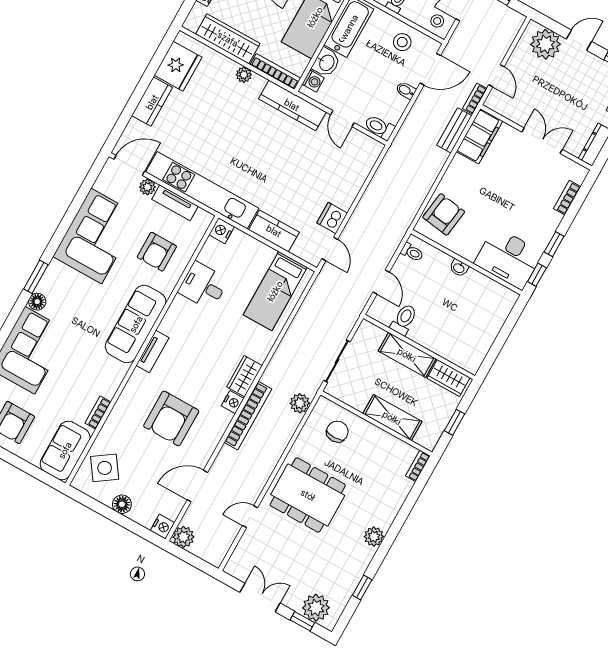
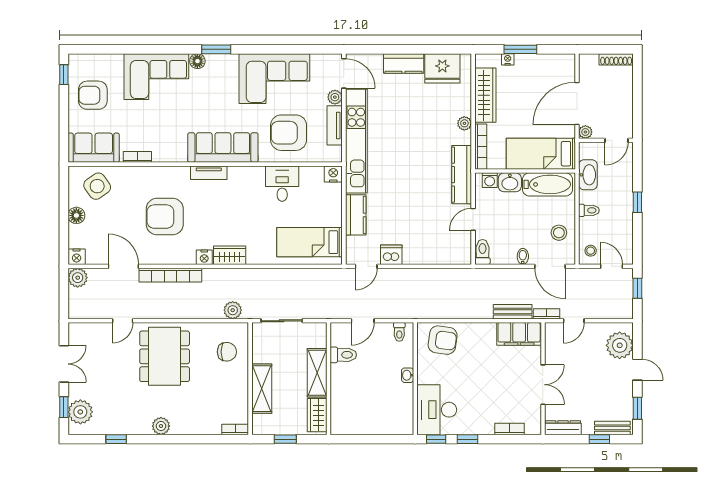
armchair: (157, 252) -> (289, 133), width x1.36, depth x1.36
bookcase: (248, 416) -> (170, 275), moved
door: (250, 517) -> (123, 321), swing flipped

